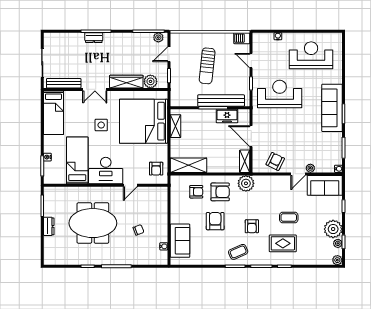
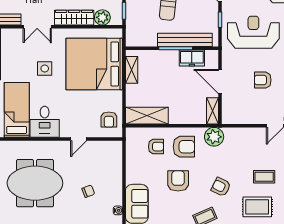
armchair: (275, 161) -> (263, 80), moved, turned -116
desk: (106, 171) -> (45, 122), width x0.73
armchair: (252, 226) -> (221, 187), turned 116

